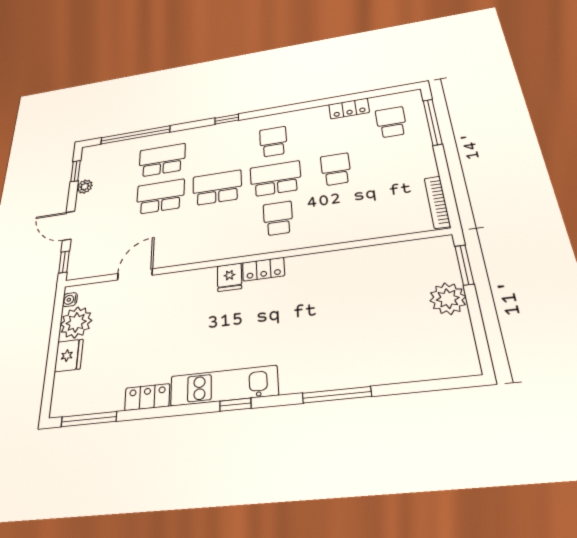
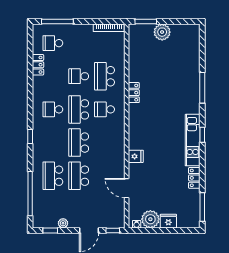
school desk: (341, 209) -> (105, 76), added
locker: (263, 269) -> (134, 93), moved
fridge: (229, 277) -> (136, 156), moved

